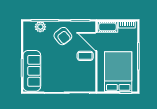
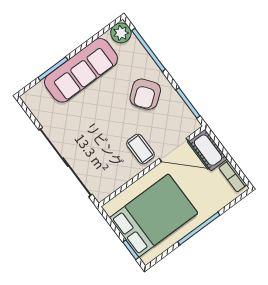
plant: (40, 27) -> (121, 33), moved
door: (96, 42) -> (174, 150), swing flipped
sofa: (32, 71) -> (81, 70), moved

